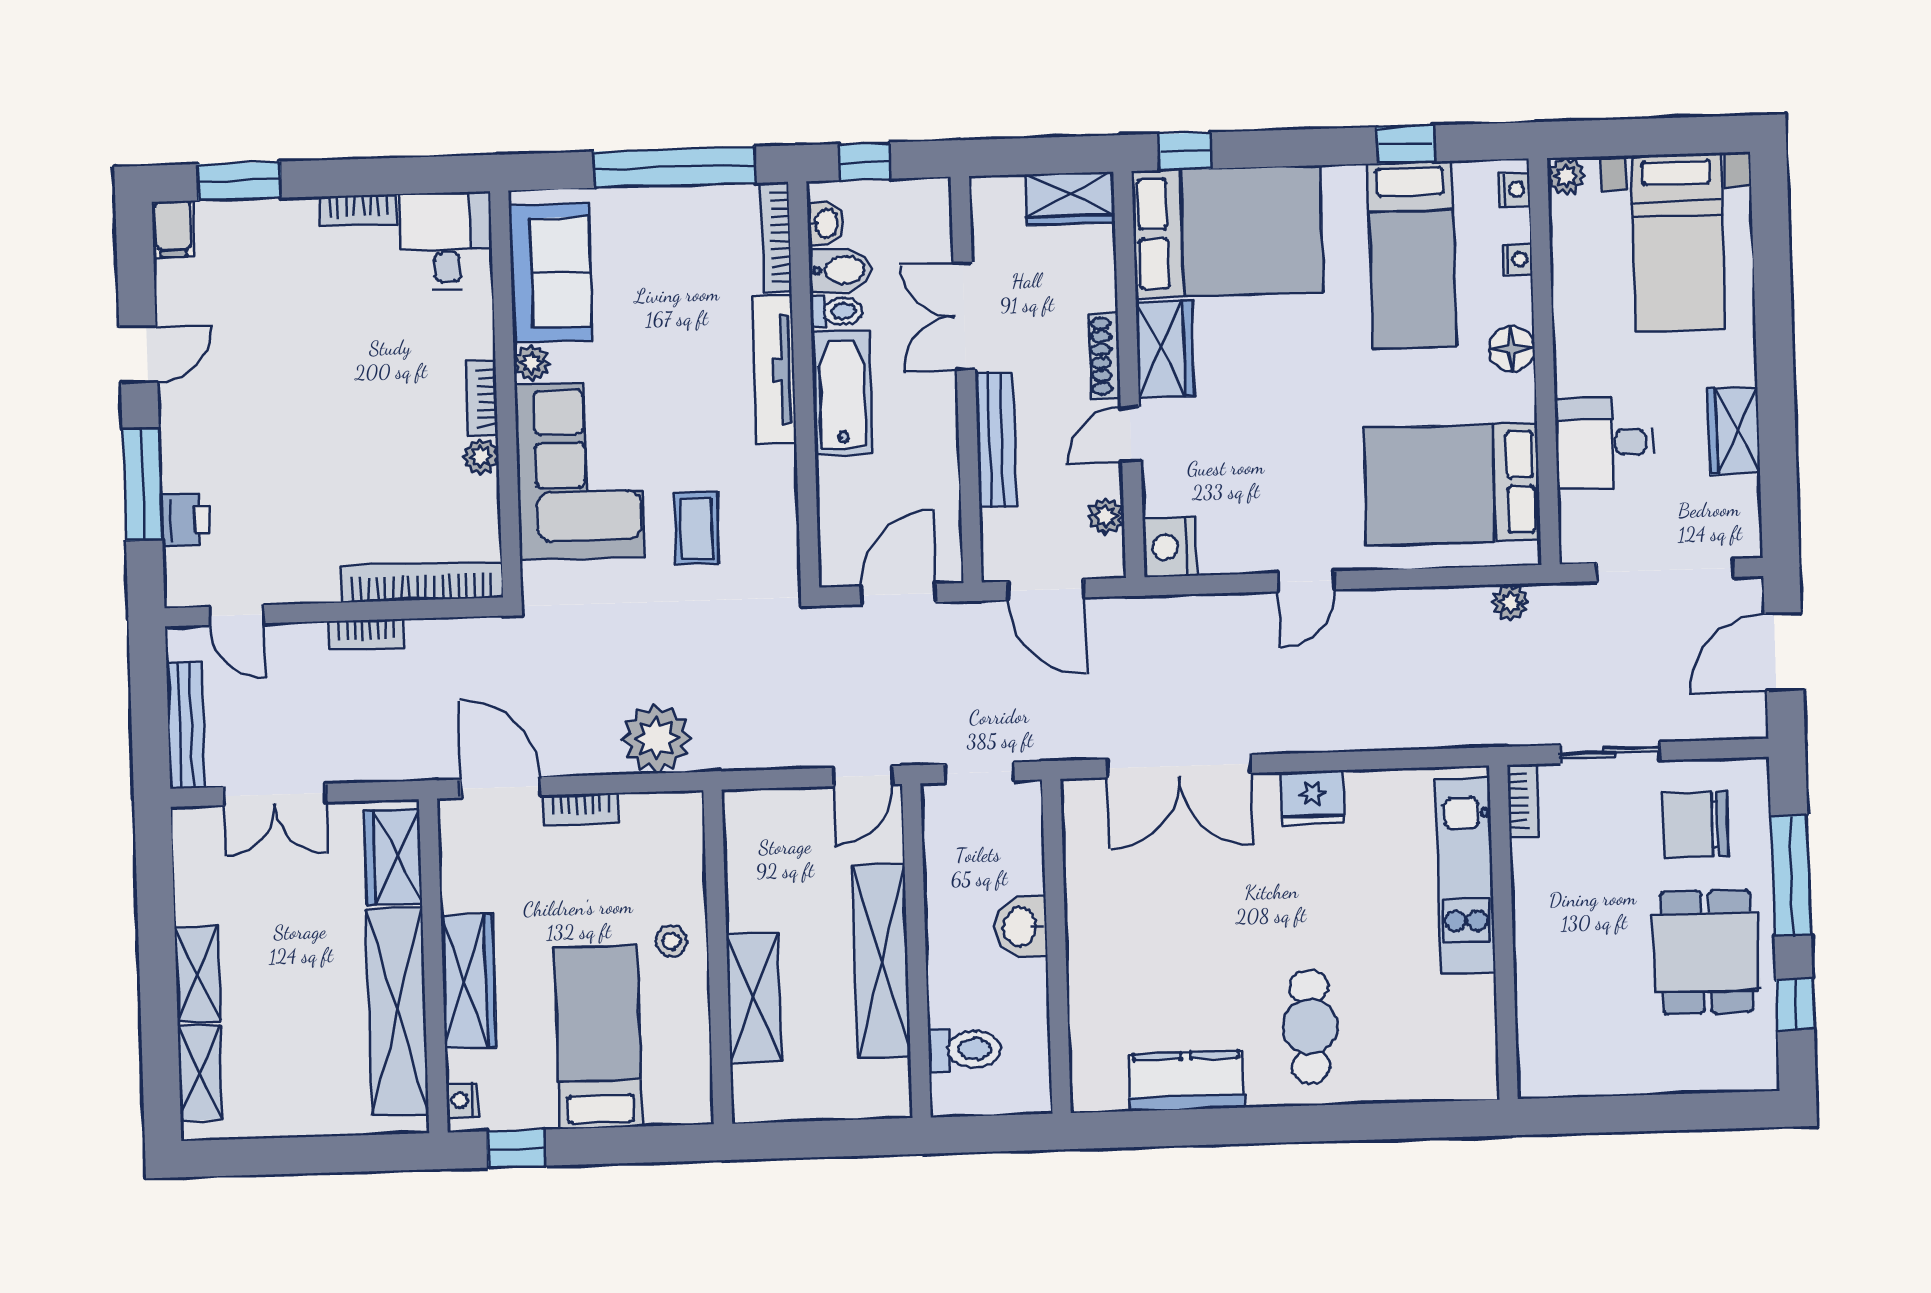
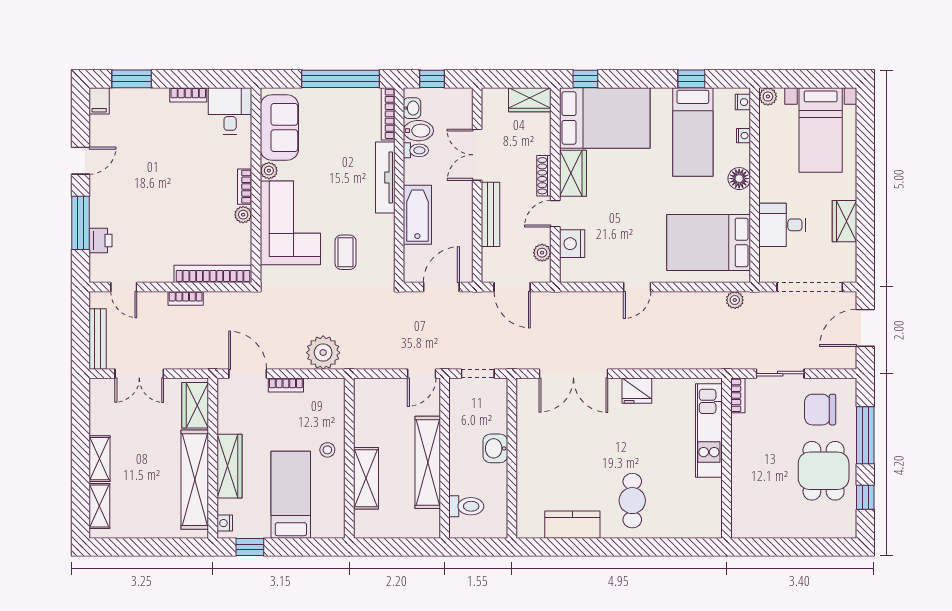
bathtub: (842, 393) -> (417, 215), moved
nightstand: (1170, 547) -> (572, 244), moved

